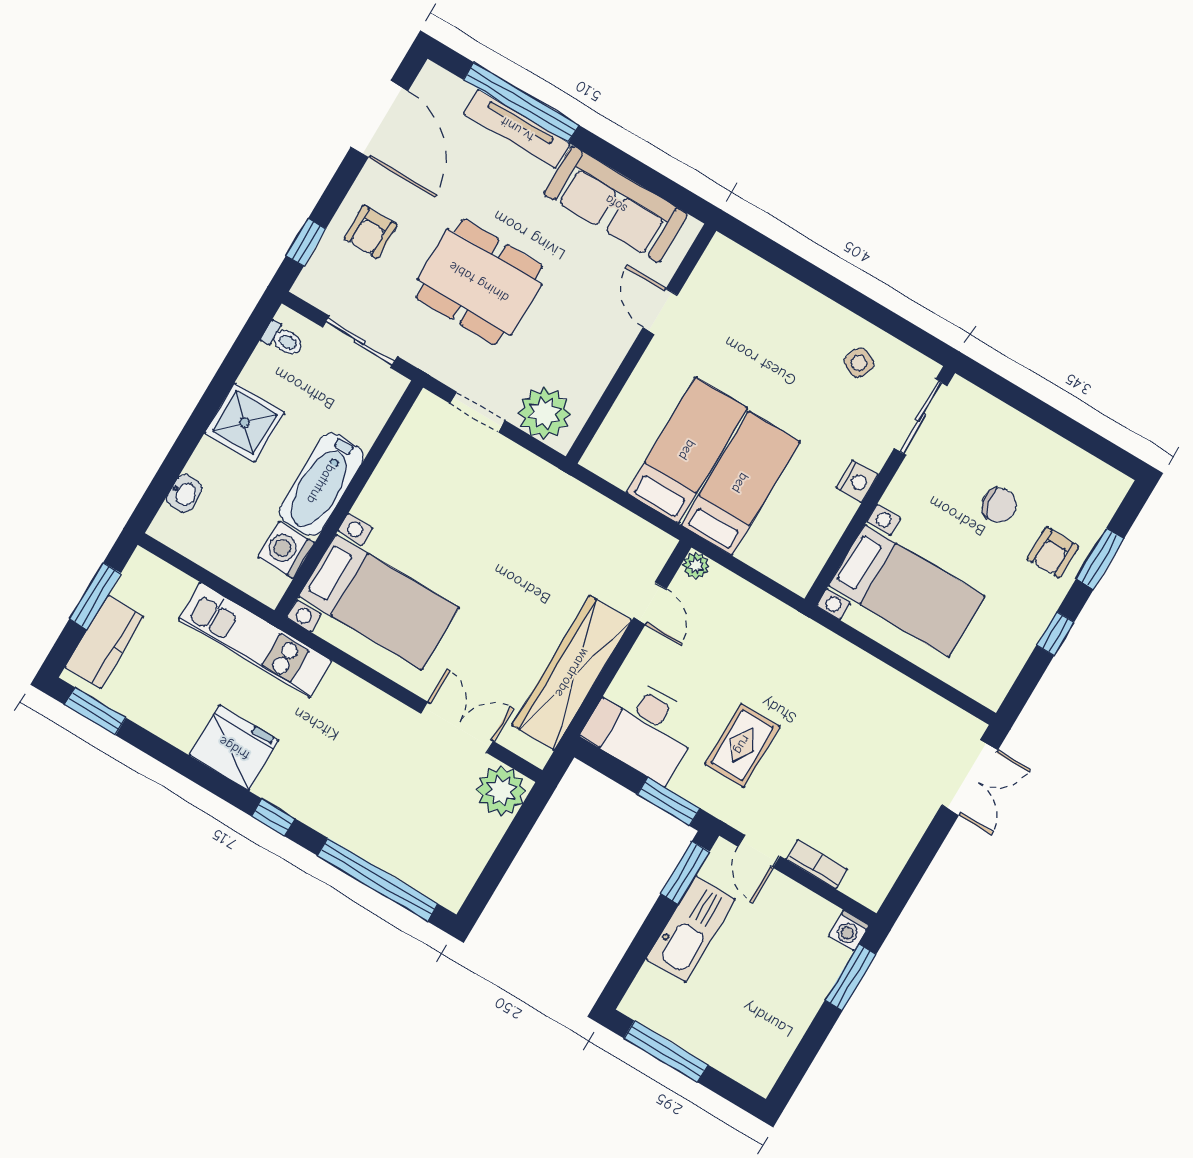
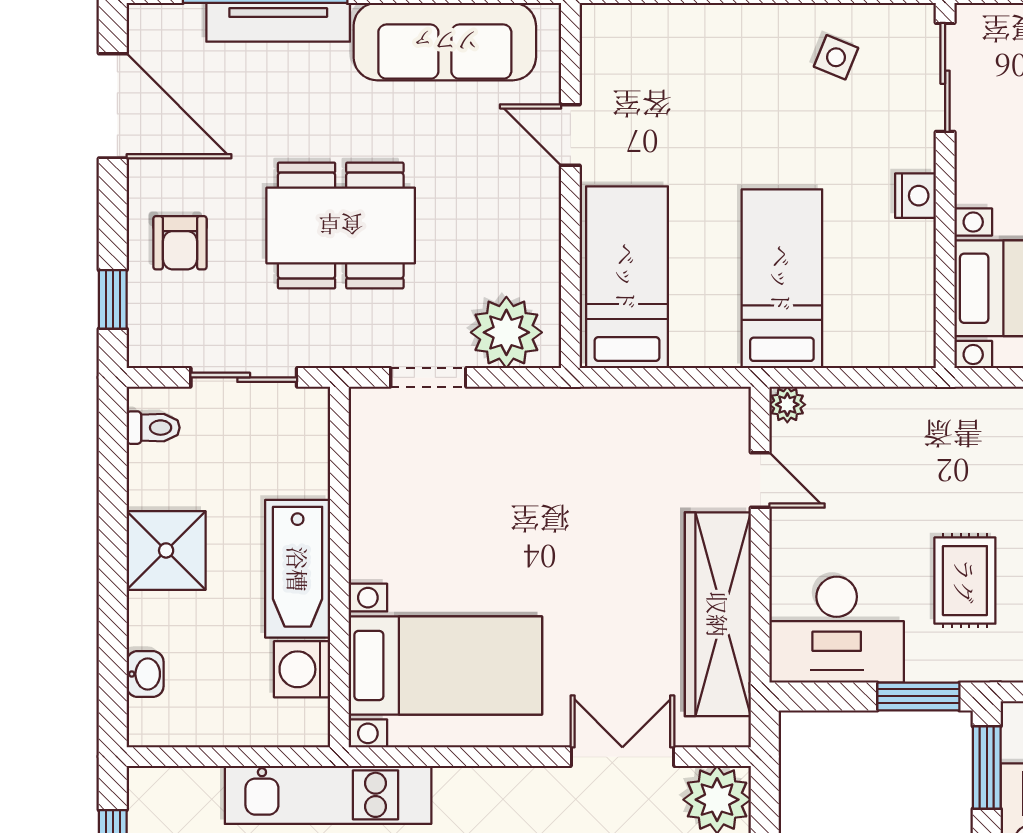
bed: (687, 450) -> (627, 277), moved

